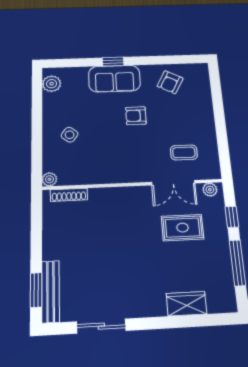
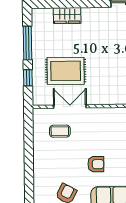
plant: (210, 190) -> (42, 100), removed
rug: (182, 228) -> (66, 71), width x1.36, depth x1.43

